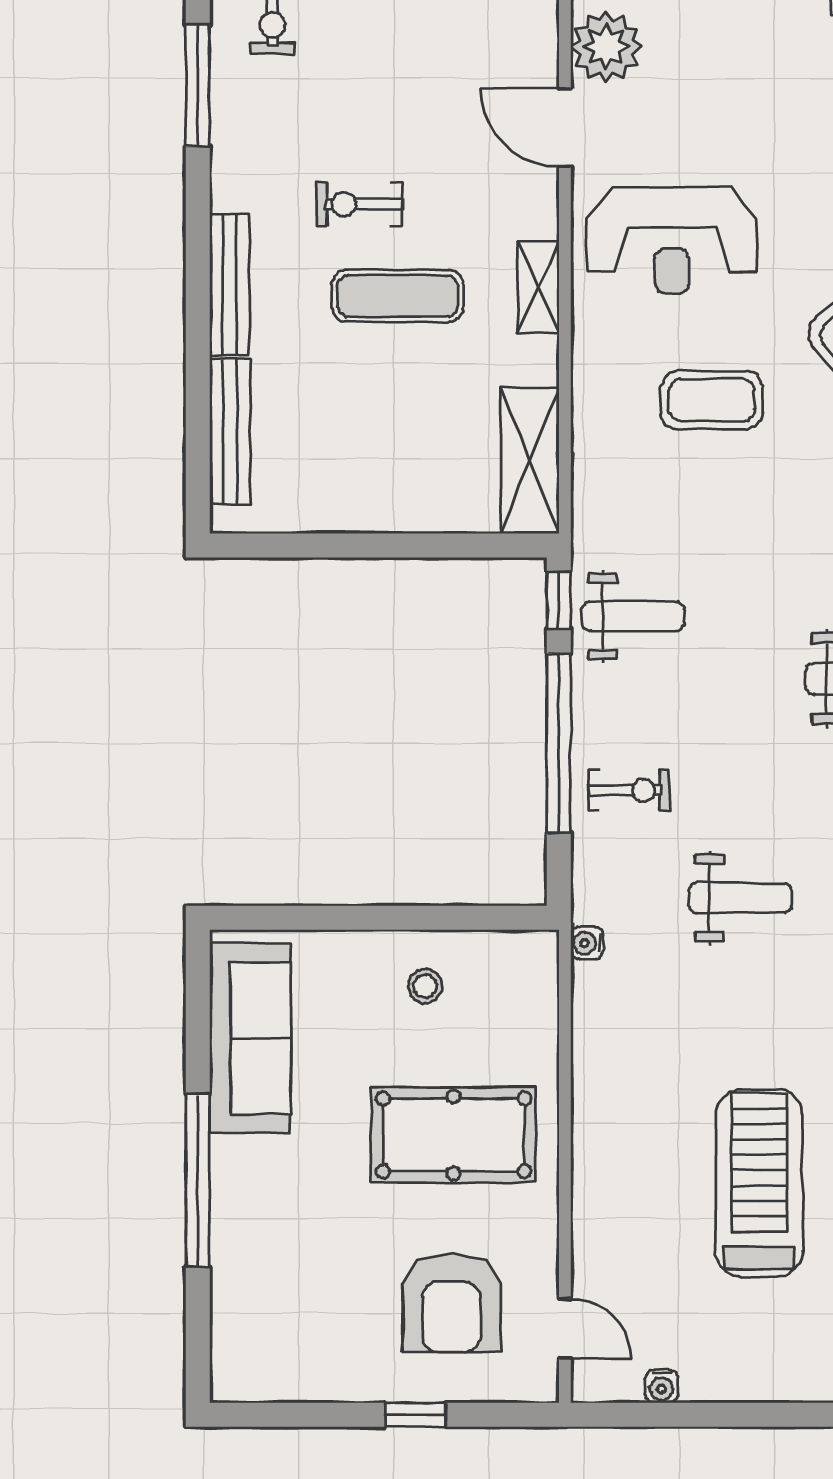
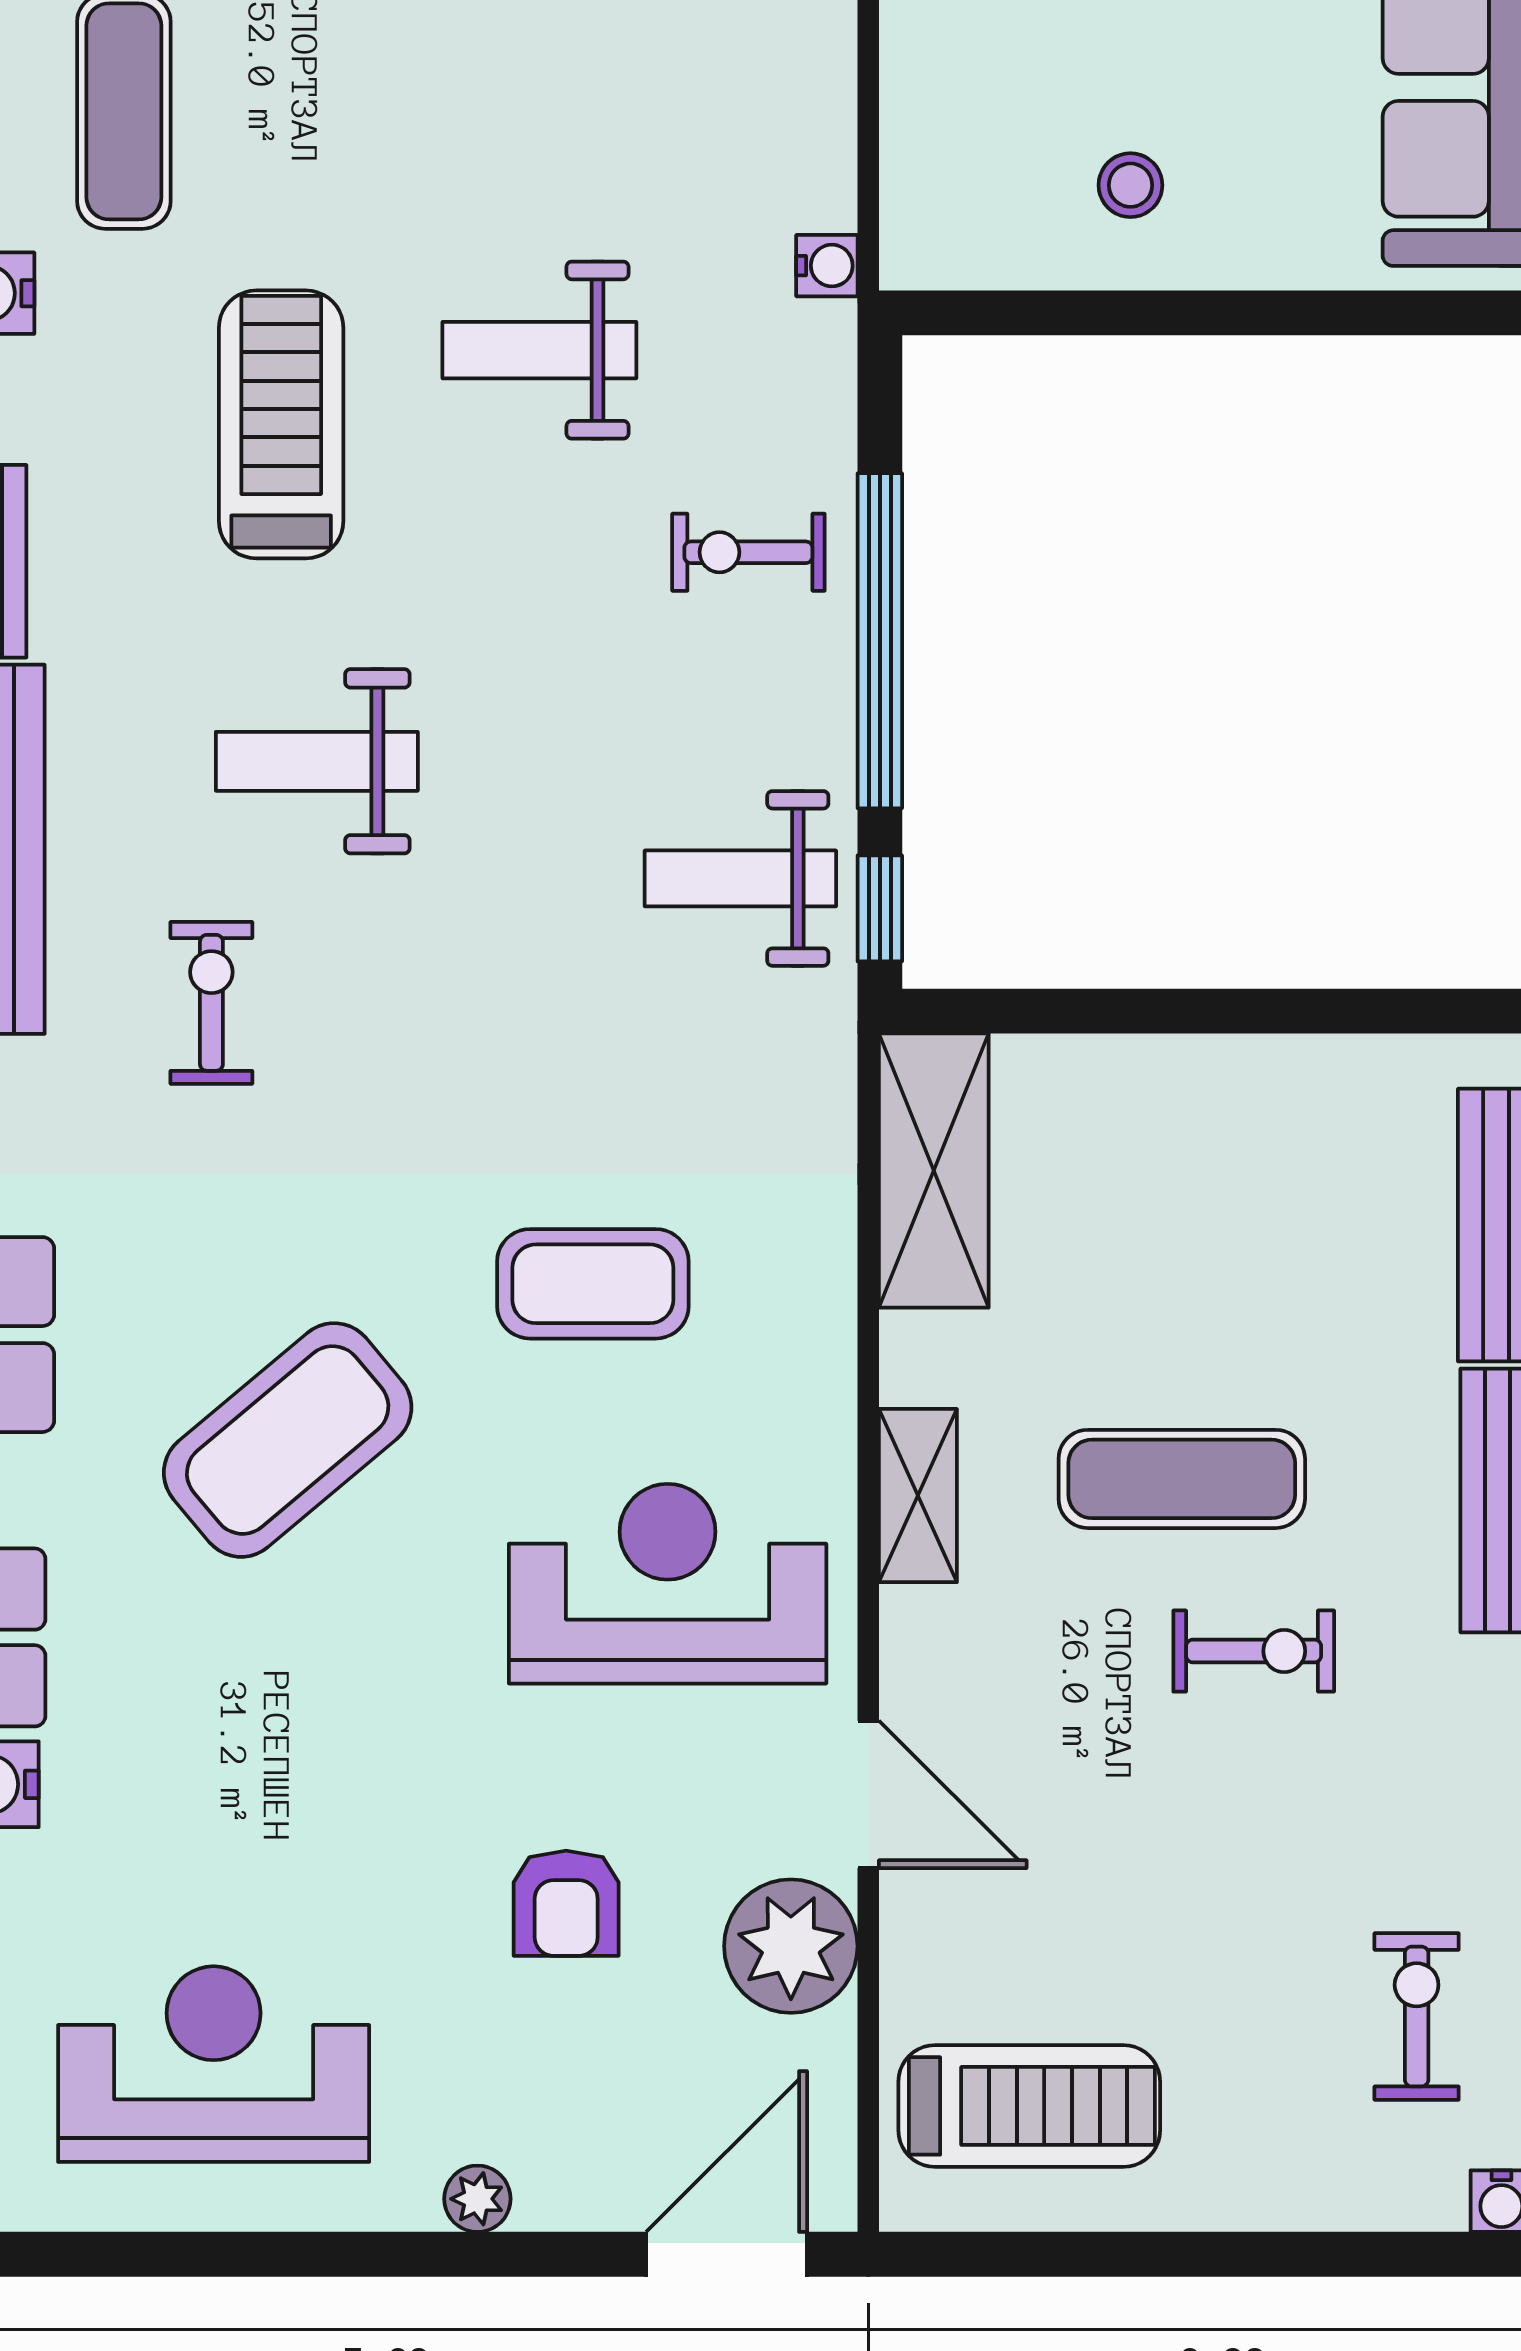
armchair: (726, 70) -> (566, 1903), added

